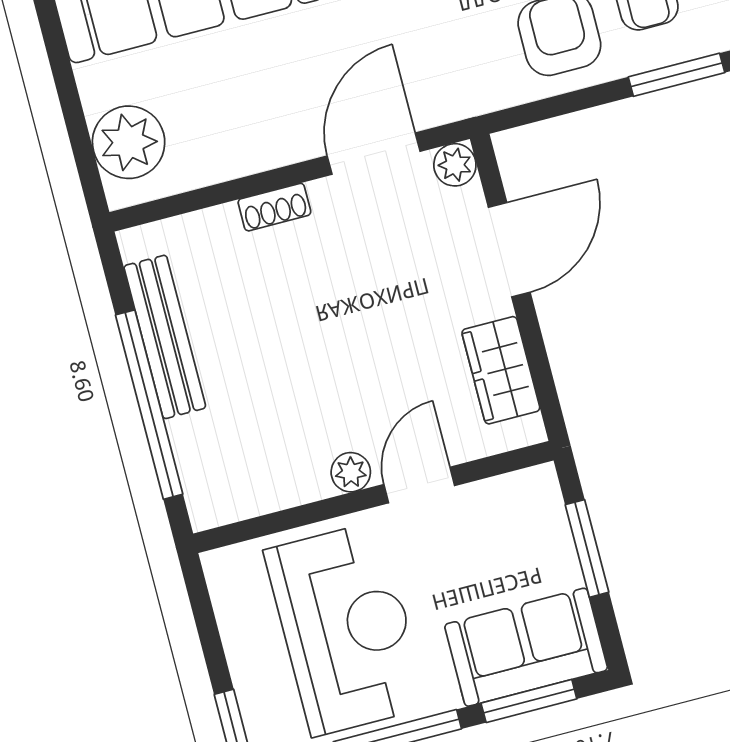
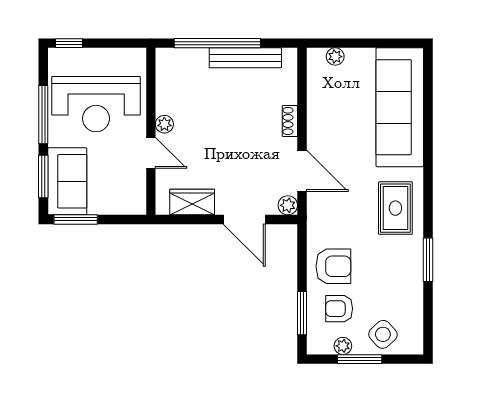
plant: (129, 142) -> (335, 57), width x0.53, depth x0.53
window: (587, 548) -> (76, 219), moved

